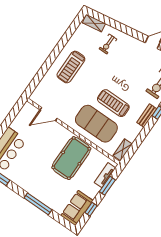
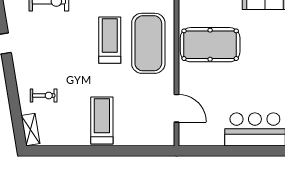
treadmill: (71, 67) -> (102, 121), turned -90
treadmill: (113, 103) -> (110, 40), turned 180

